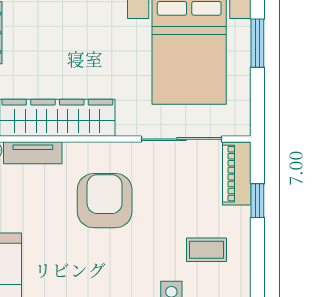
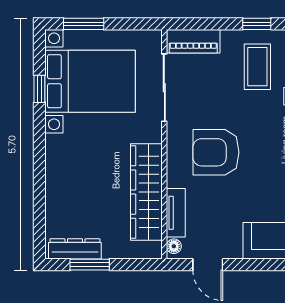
window: (257, 201) -> (257, 24), moved
coffee table: (207, 250) -> (257, 67), width x1.36, depth x1.30

